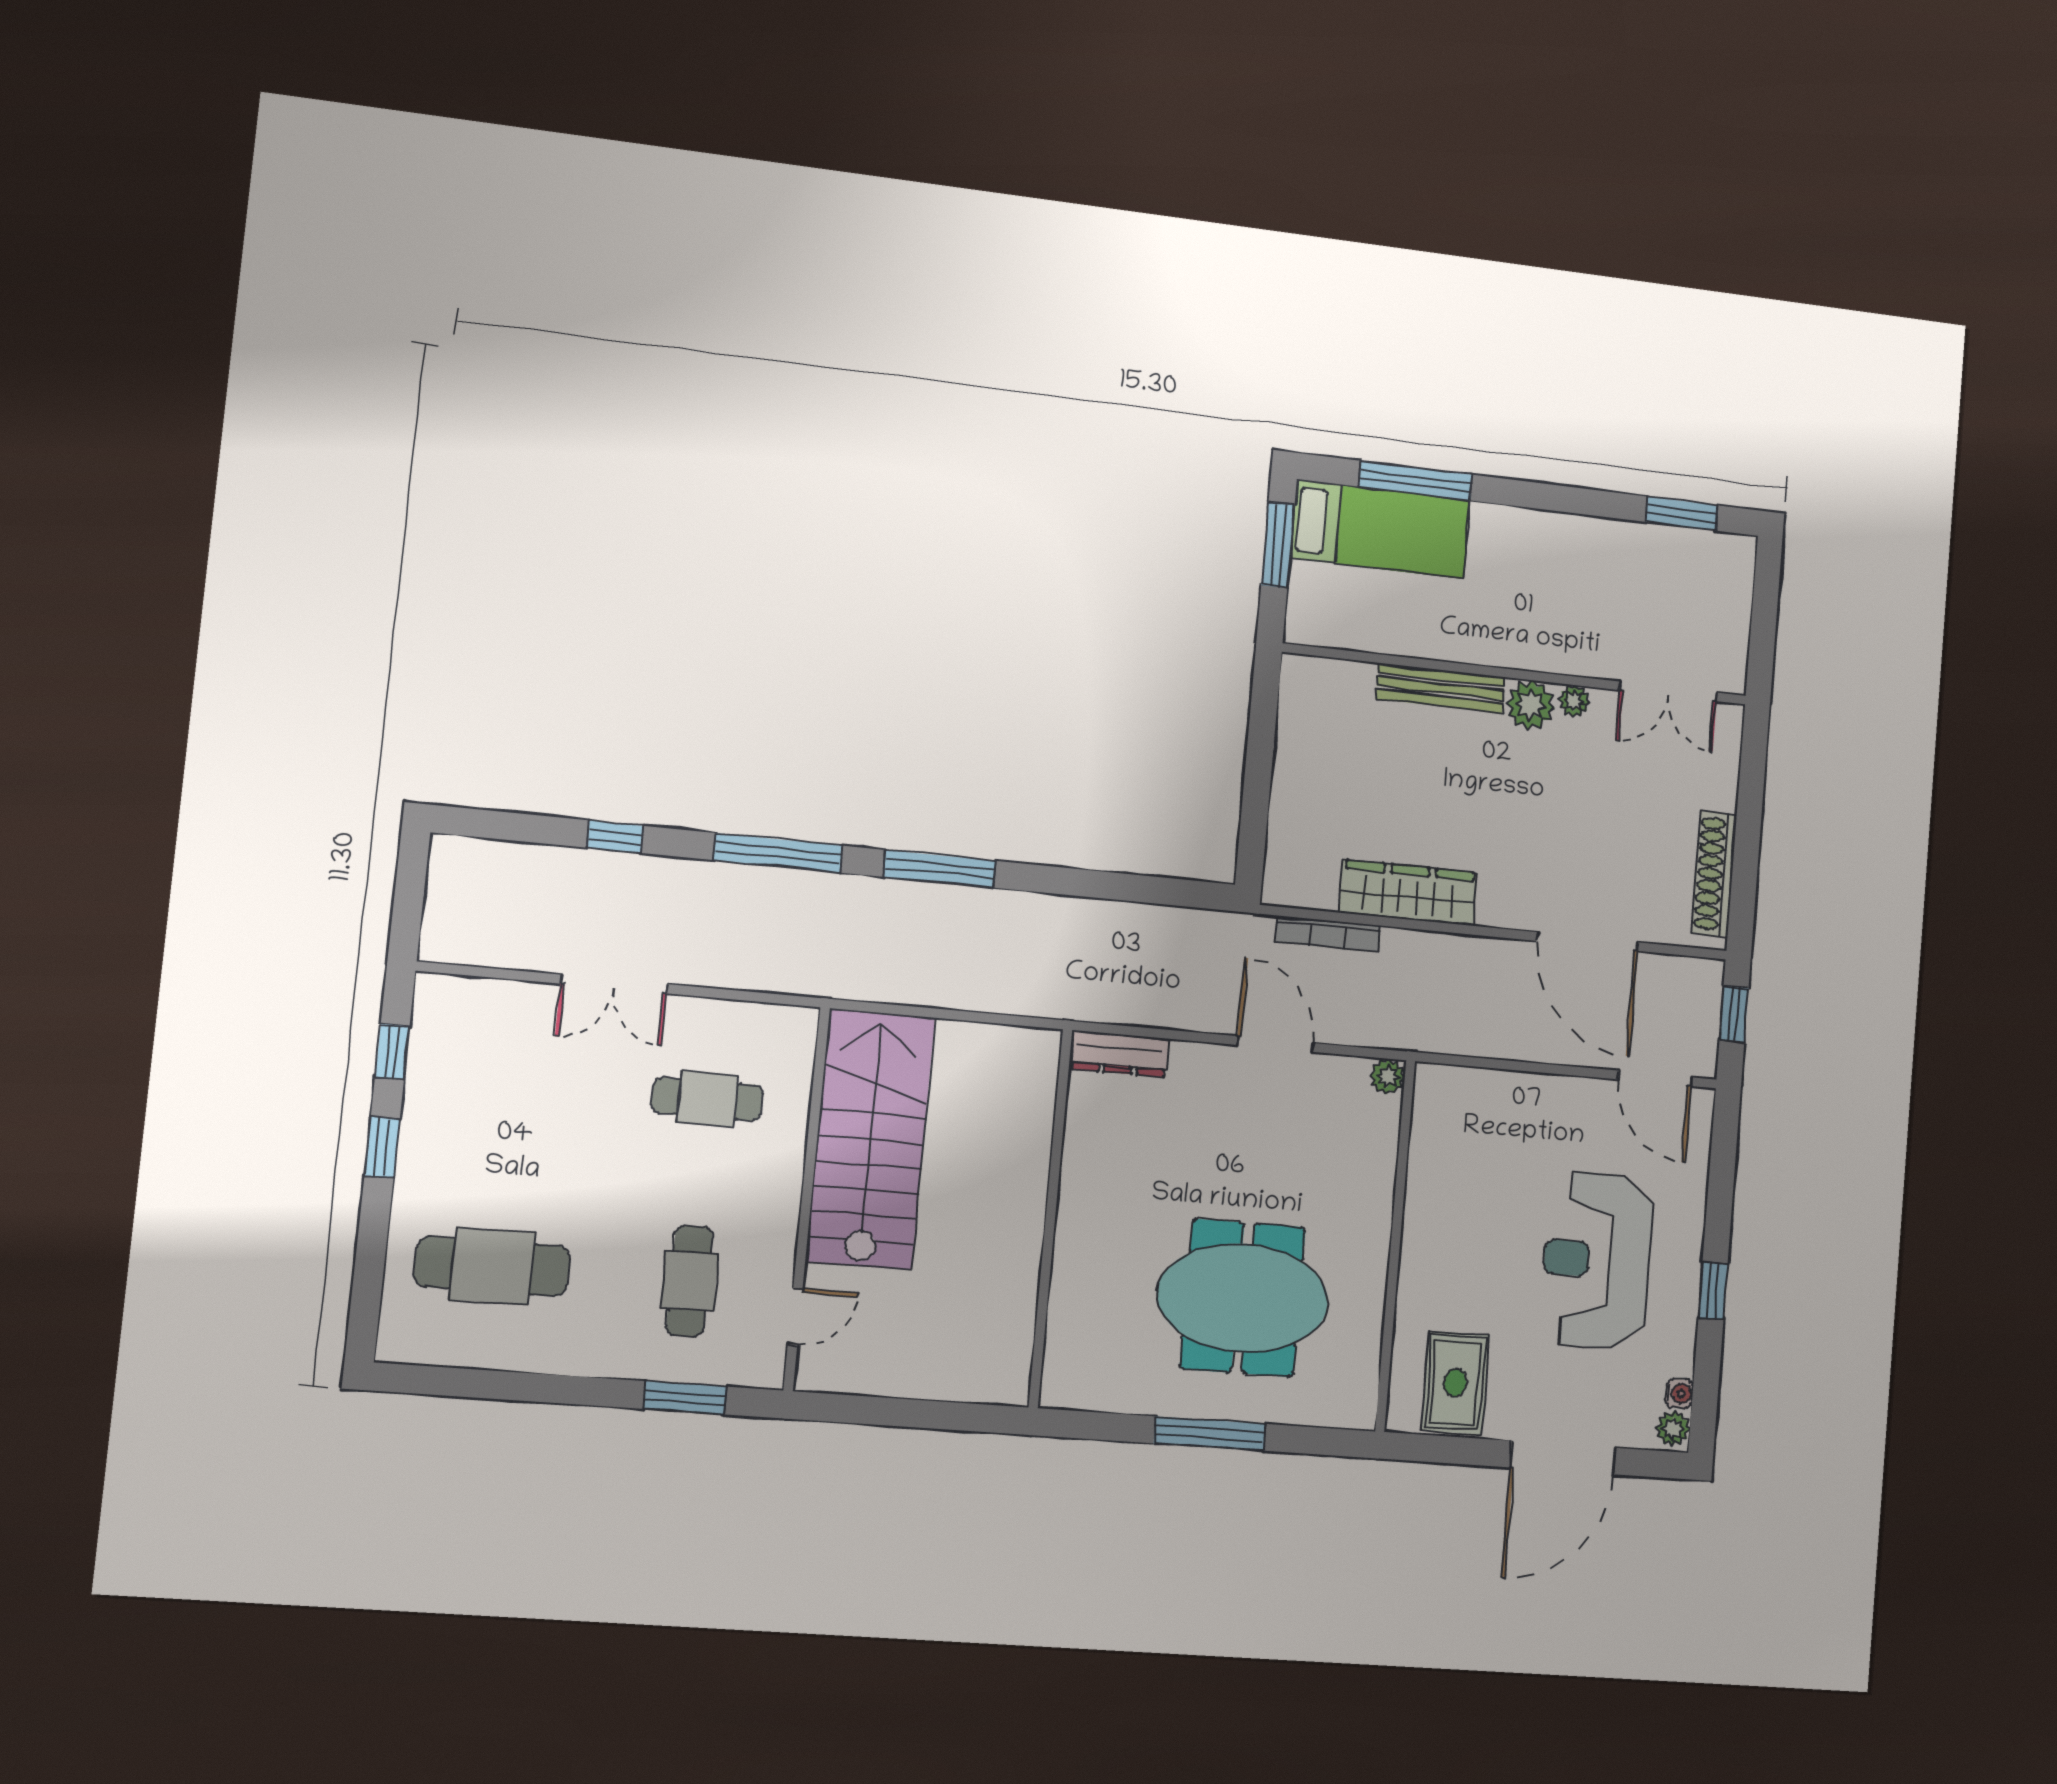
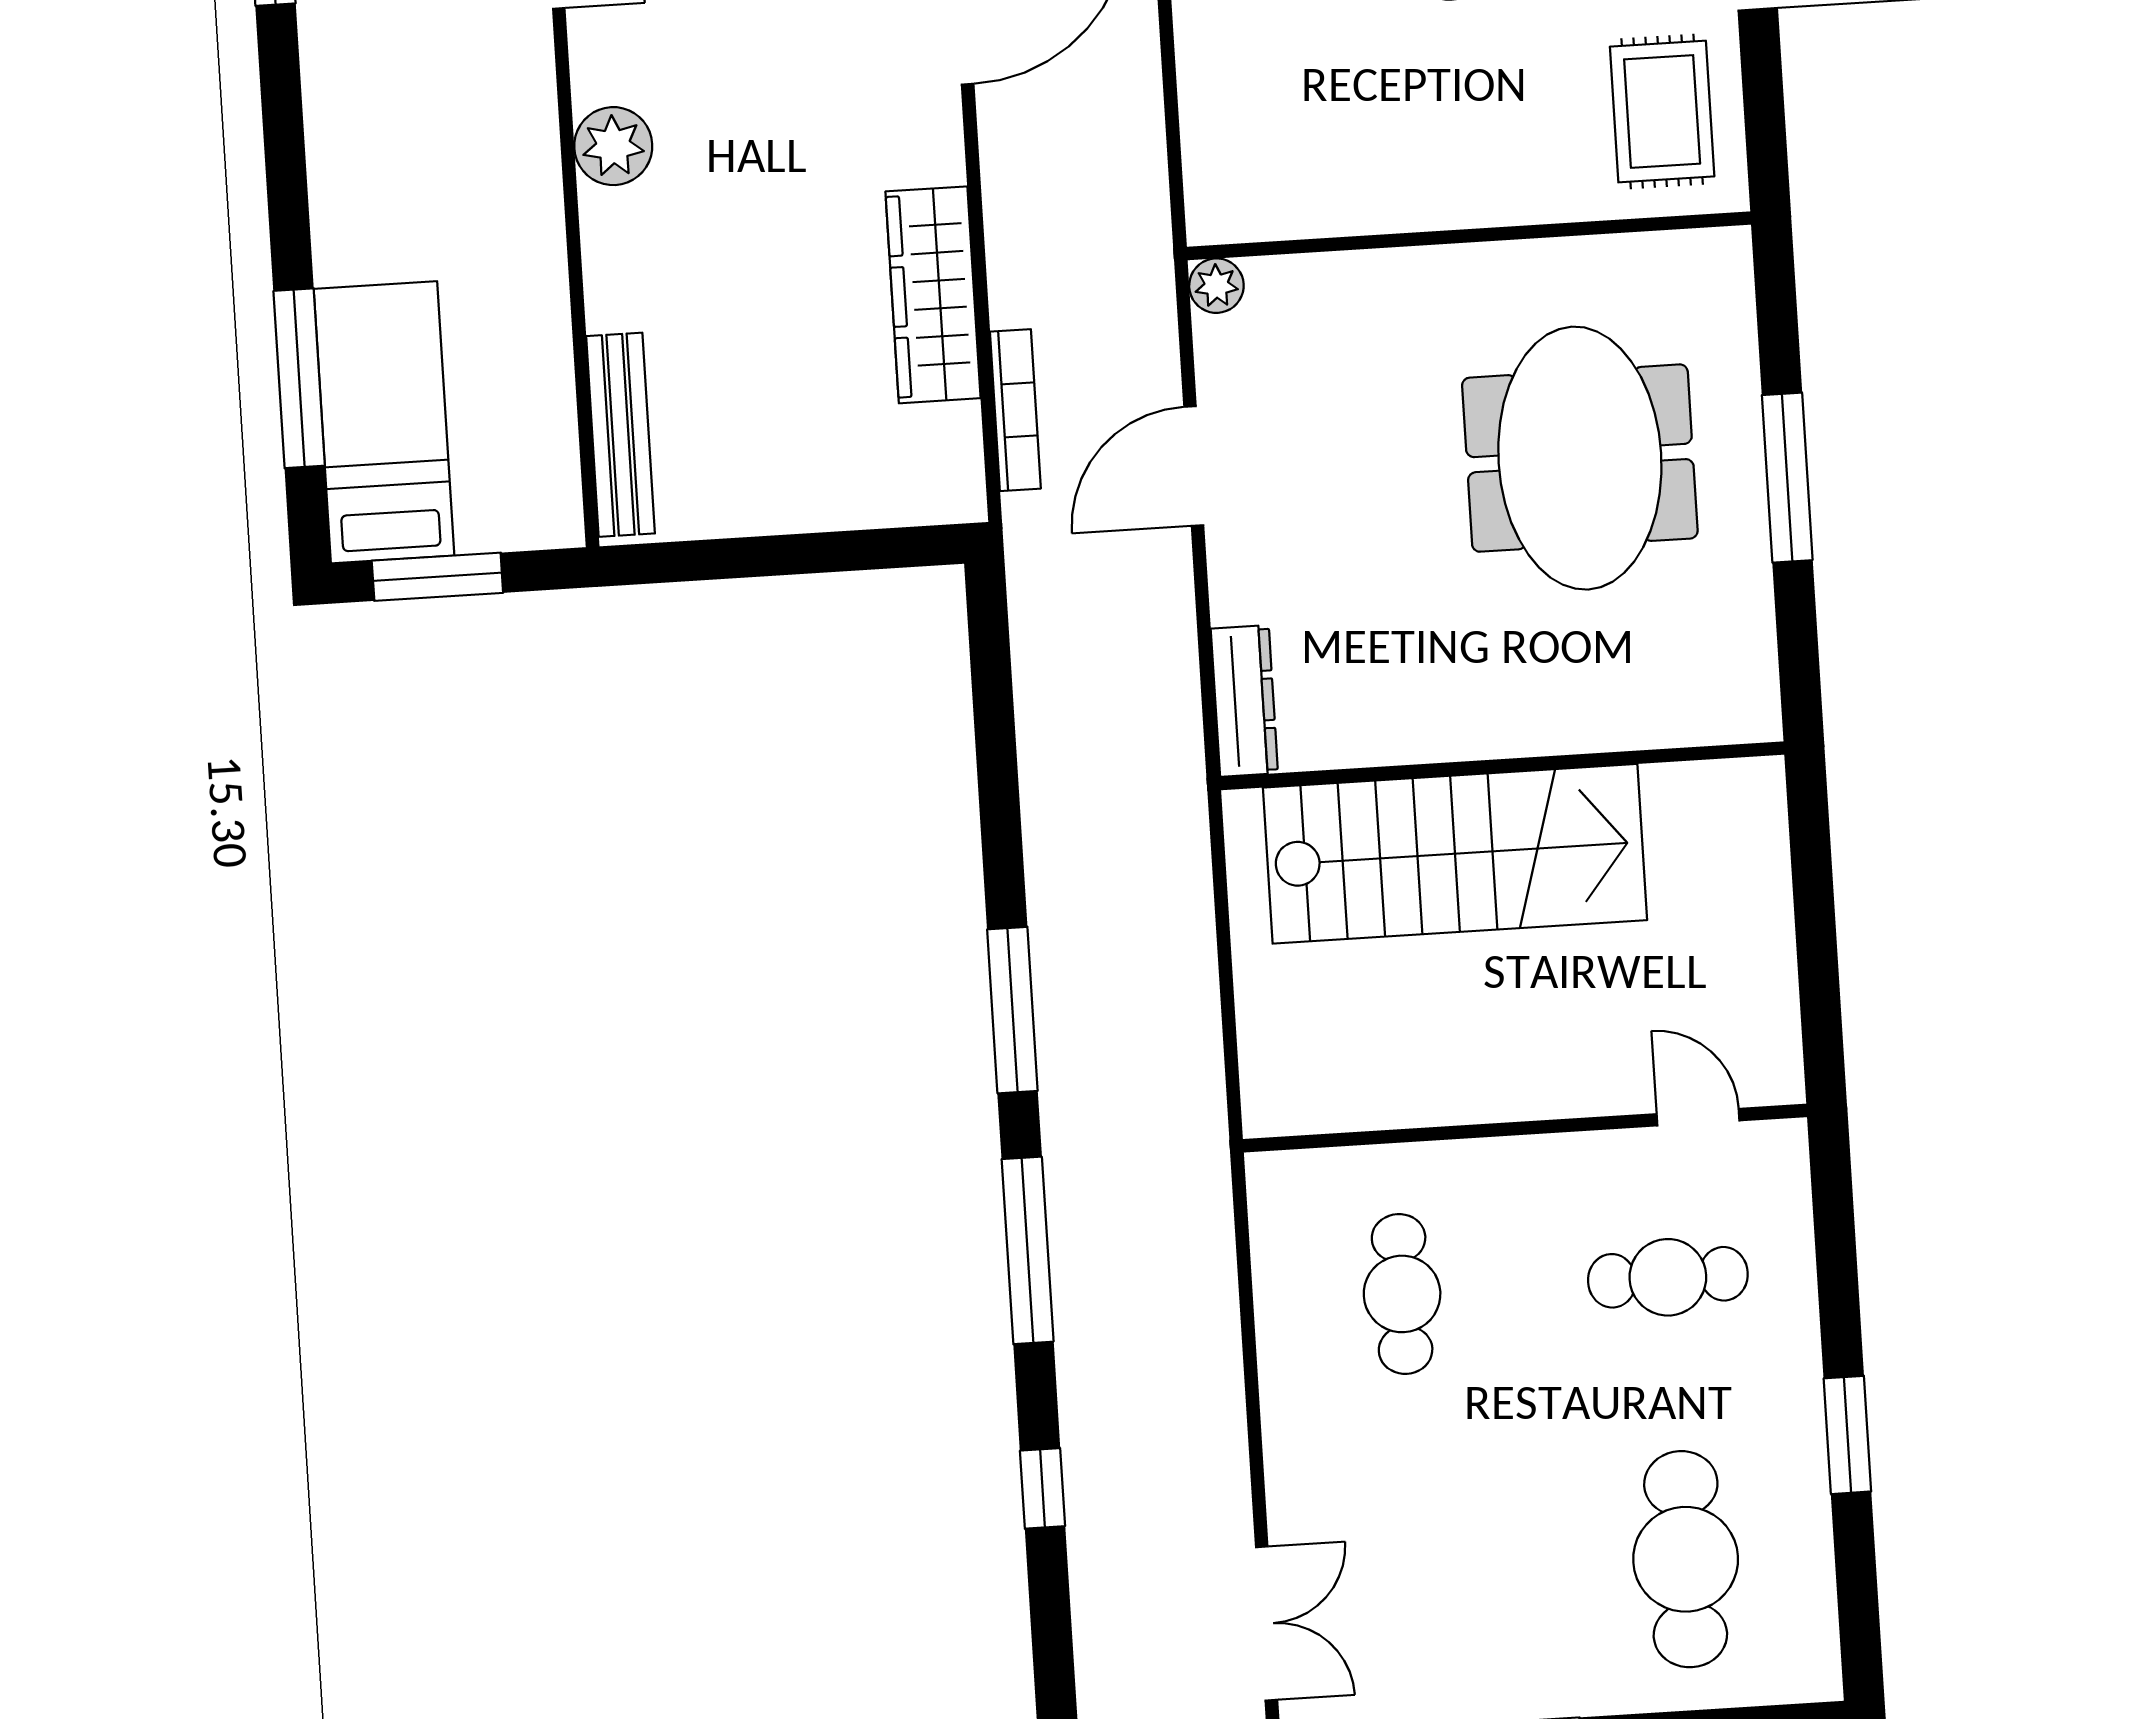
bench: (1440, 688) -> (621, 435), moved
plant: (1574, 701) -> (595, 78), removed
double door: (614, 984) -> (1267, 1624), moved
stairs: (870, 1139) -> (1455, 854), moved, turned 180
rug: (1455, 1383) -> (1662, 112), turned 90
window: (685, 1398) -> (1847, 1435), moved

